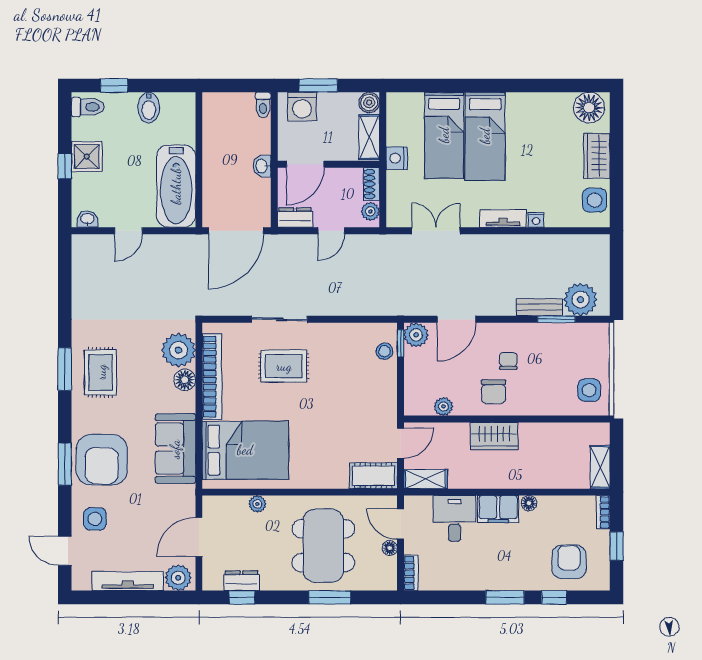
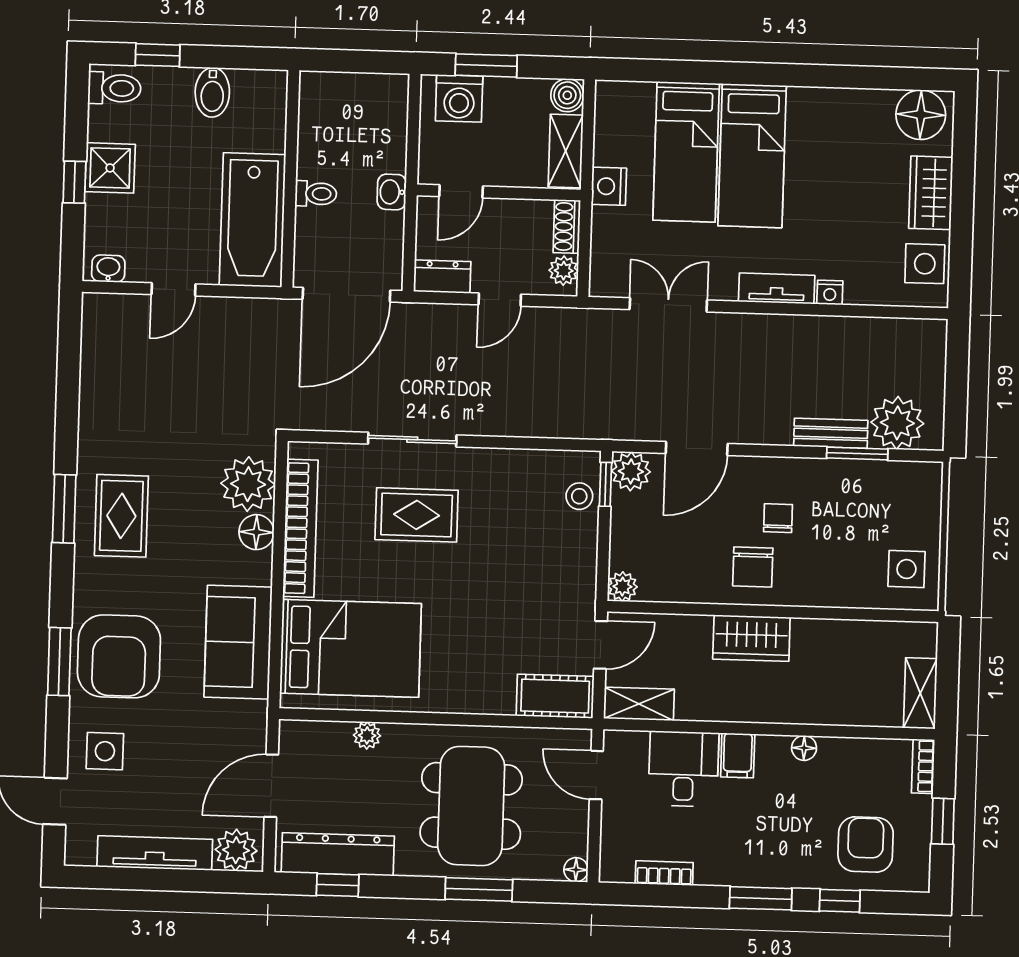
toilet: (263, 105) -> (316, 194), moved, turned -90
door: (305, 164) -> (461, 191), width x0.73
plant: (443, 406) -> (622, 587), moved
filing cabinet: (498, 509) -> (738, 755), width x0.50
floor lamp: (390, 548) -> (576, 870), moved
bookcase: (411, 573) -> (664, 873), moved, turned -90
dresser: (241, 581) -> (338, 854), width x1.96, depth x1.24

